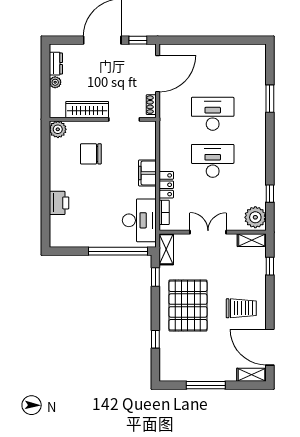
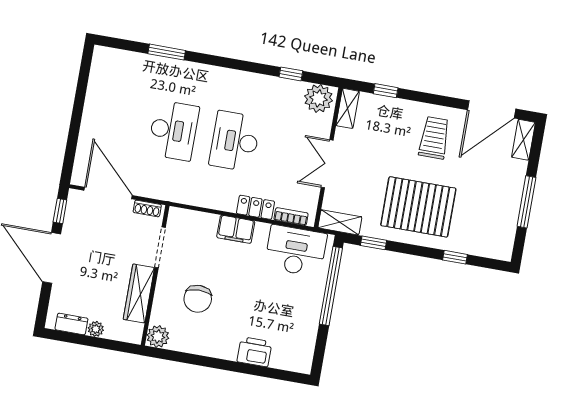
desk: (213, 114) -> (173, 130), turned 180

